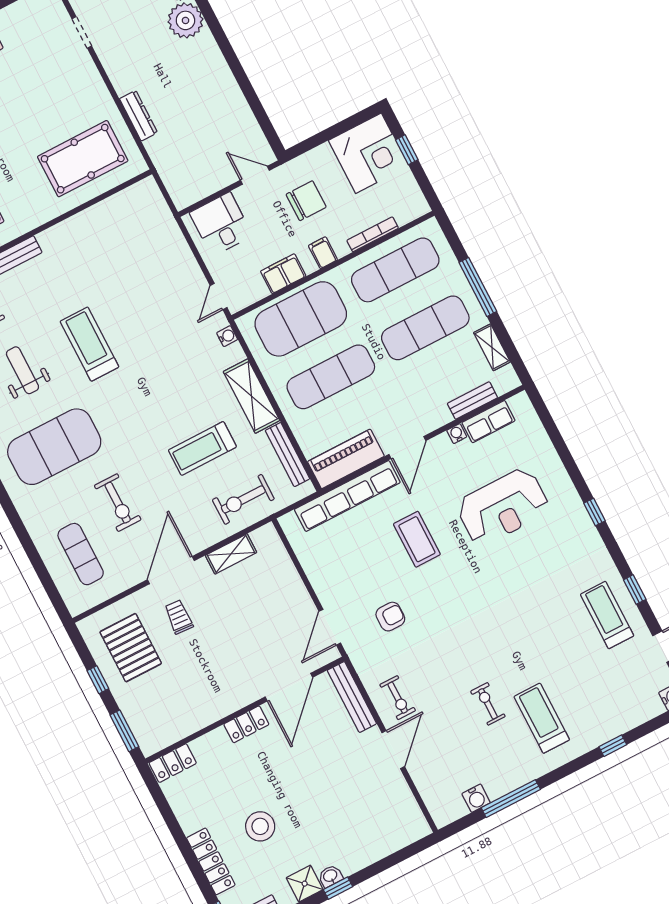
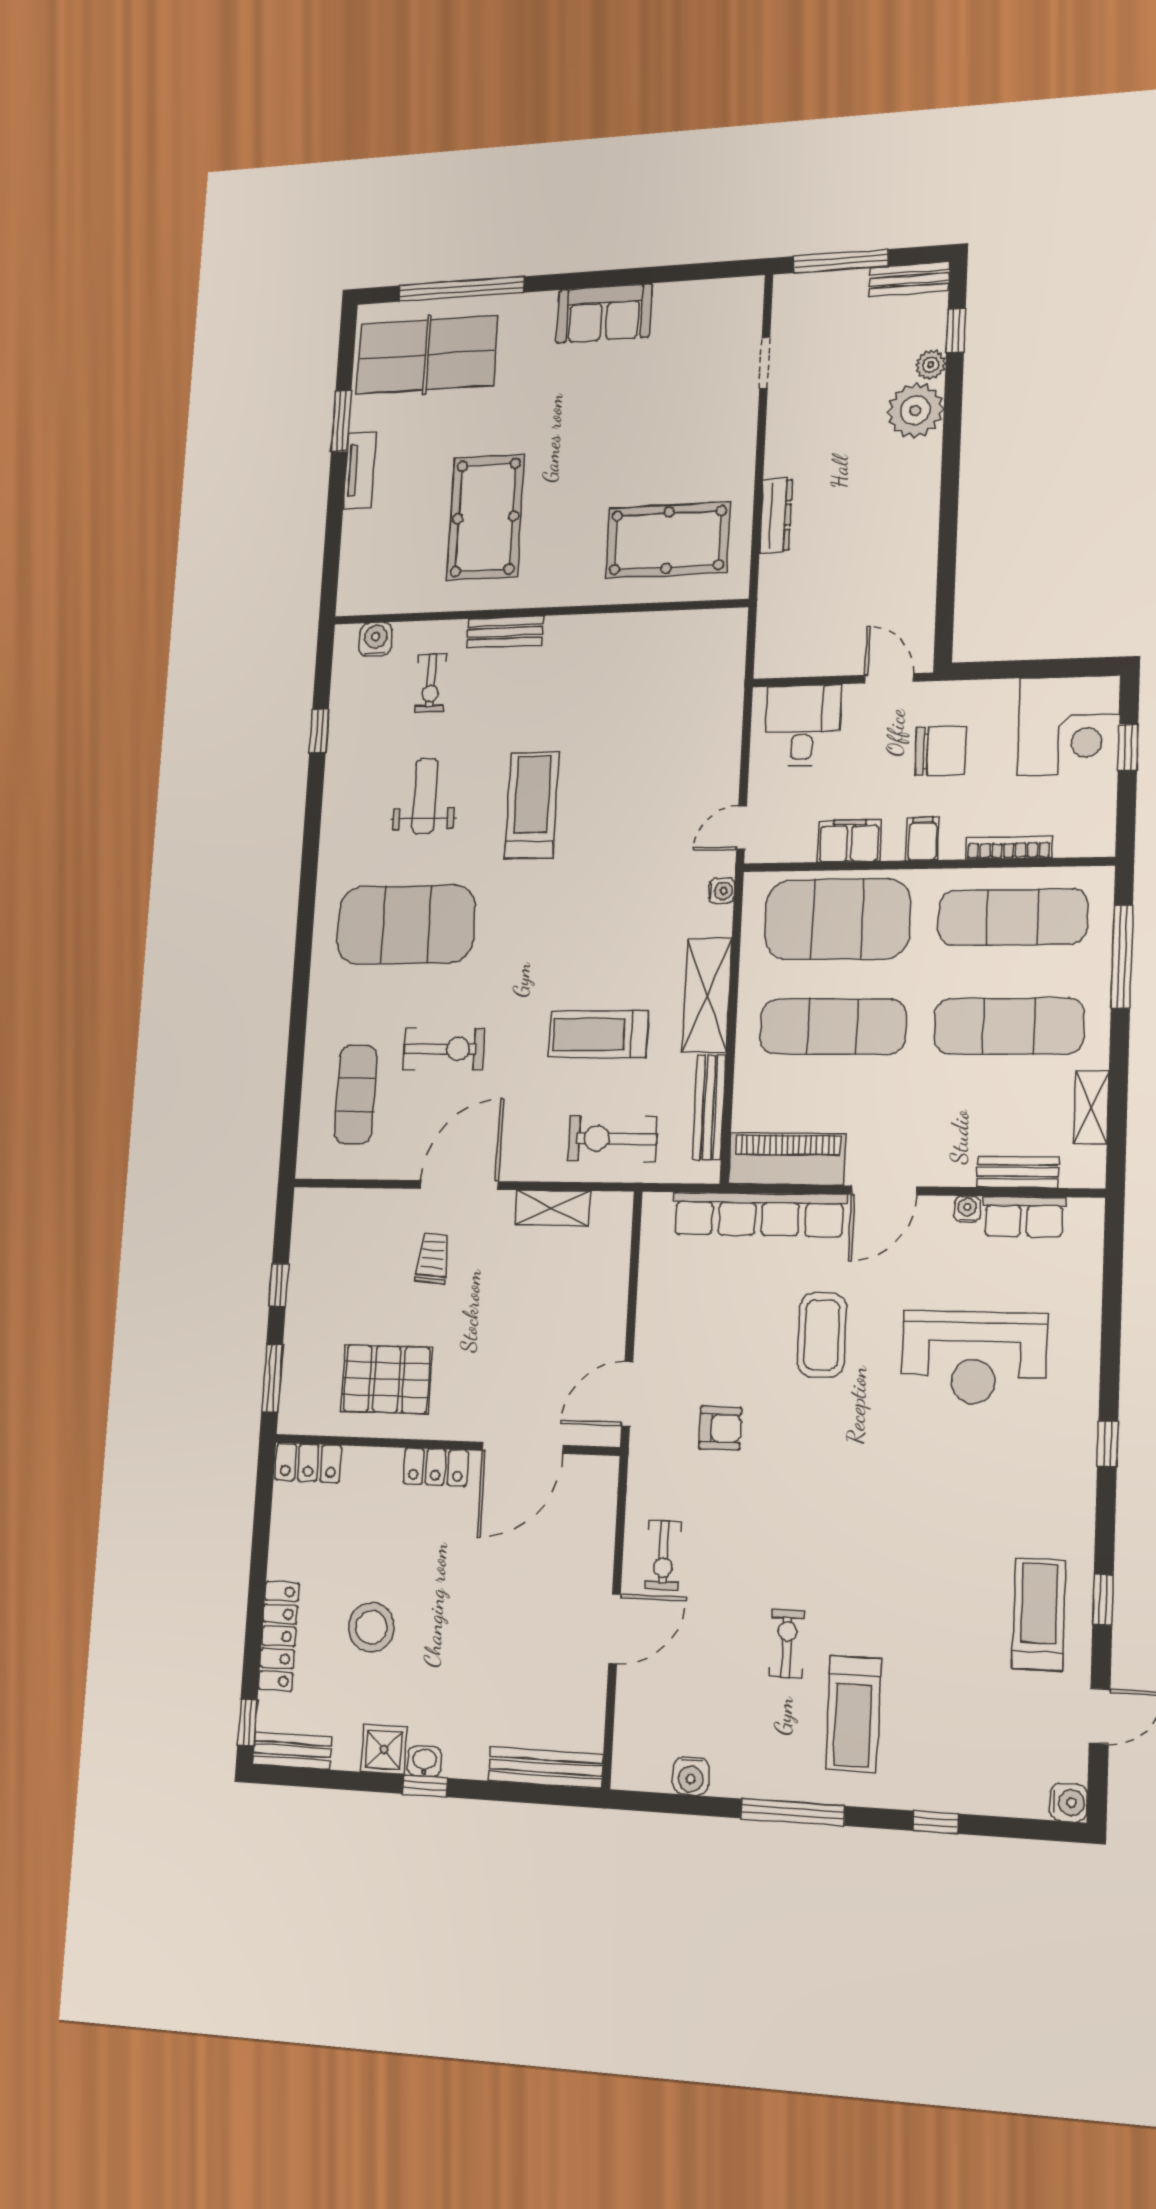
window: (478, 287) -> (1122, 957), moved
exercise bike: (118, 503) -> (444, 1049), turned -90
pallet: (131, 648) -> (387, 1379), moved, turned 90
bench: (352, 697) -> (546, 1768), moved, turned 90
treadmill: (542, 718) -> (853, 1714), turned 180
window: (511, 799) -> (793, 1812), moved

